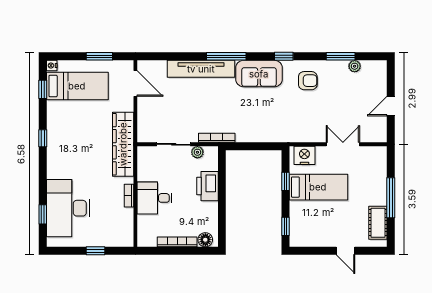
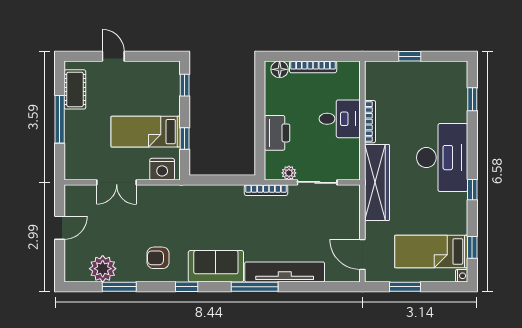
plant: (355, 66) -> (103, 269), width x1.87, depth x1.87
bookcase: (129, 196) -> (370, 122), width x1.56
desk: (68, 208) -> (442, 158), moved

